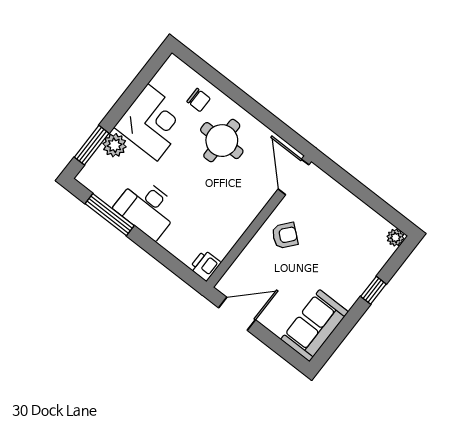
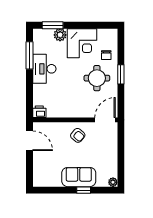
window: (244, 101) -> (121, 74), added
sofa: (314, 326) -> (79, 177), moved

